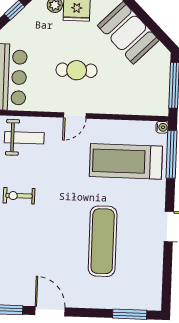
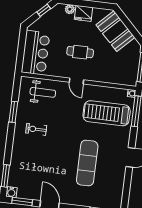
door: (75, 115) -> (76, 81), hinge flipped

